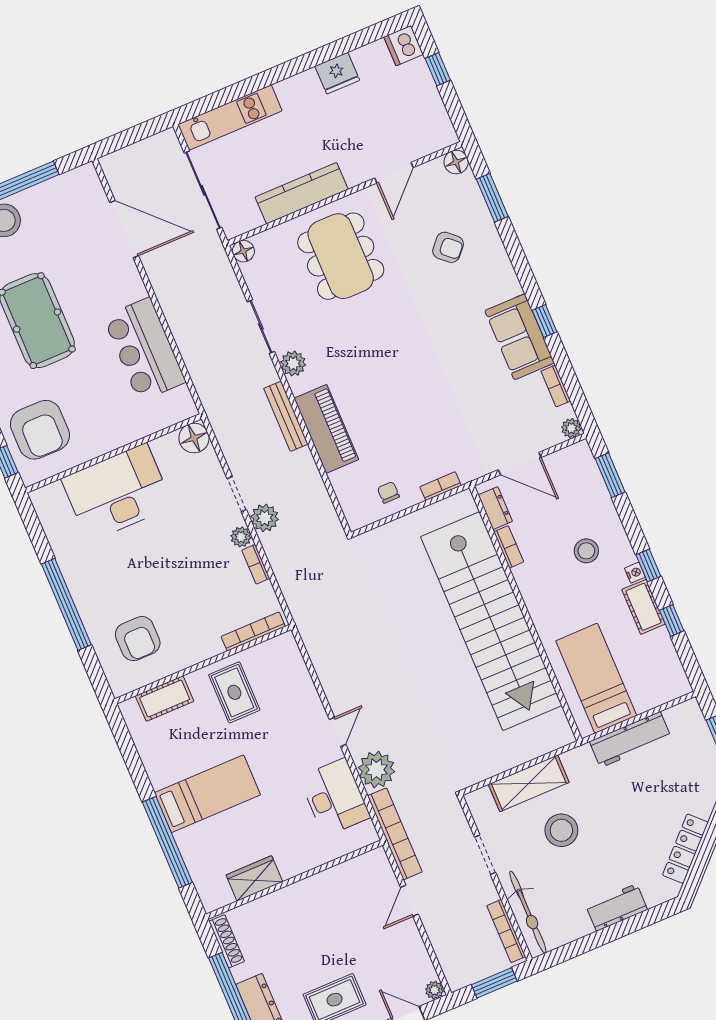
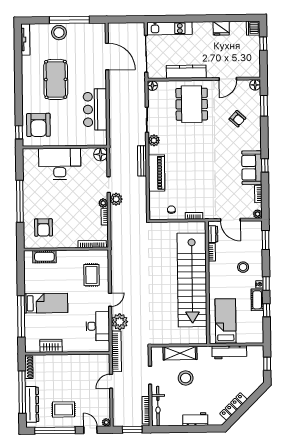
rug: (234, 692) -> (91, 275), moved

